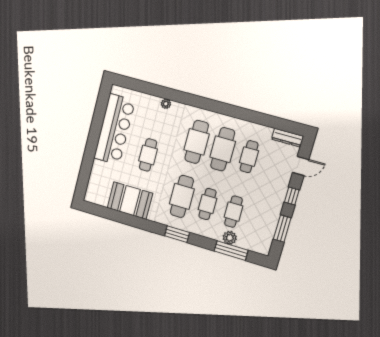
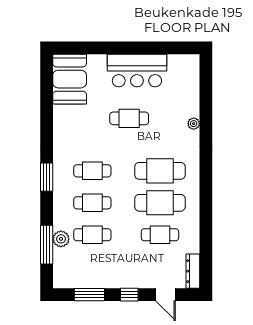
bar counter: (114, 129) -> (137, 70), width x0.73
cafe table: (182, 196) -> (92, 171), width x0.73, depth x0.74
booth: (130, 201) -> (70, 79), moved

